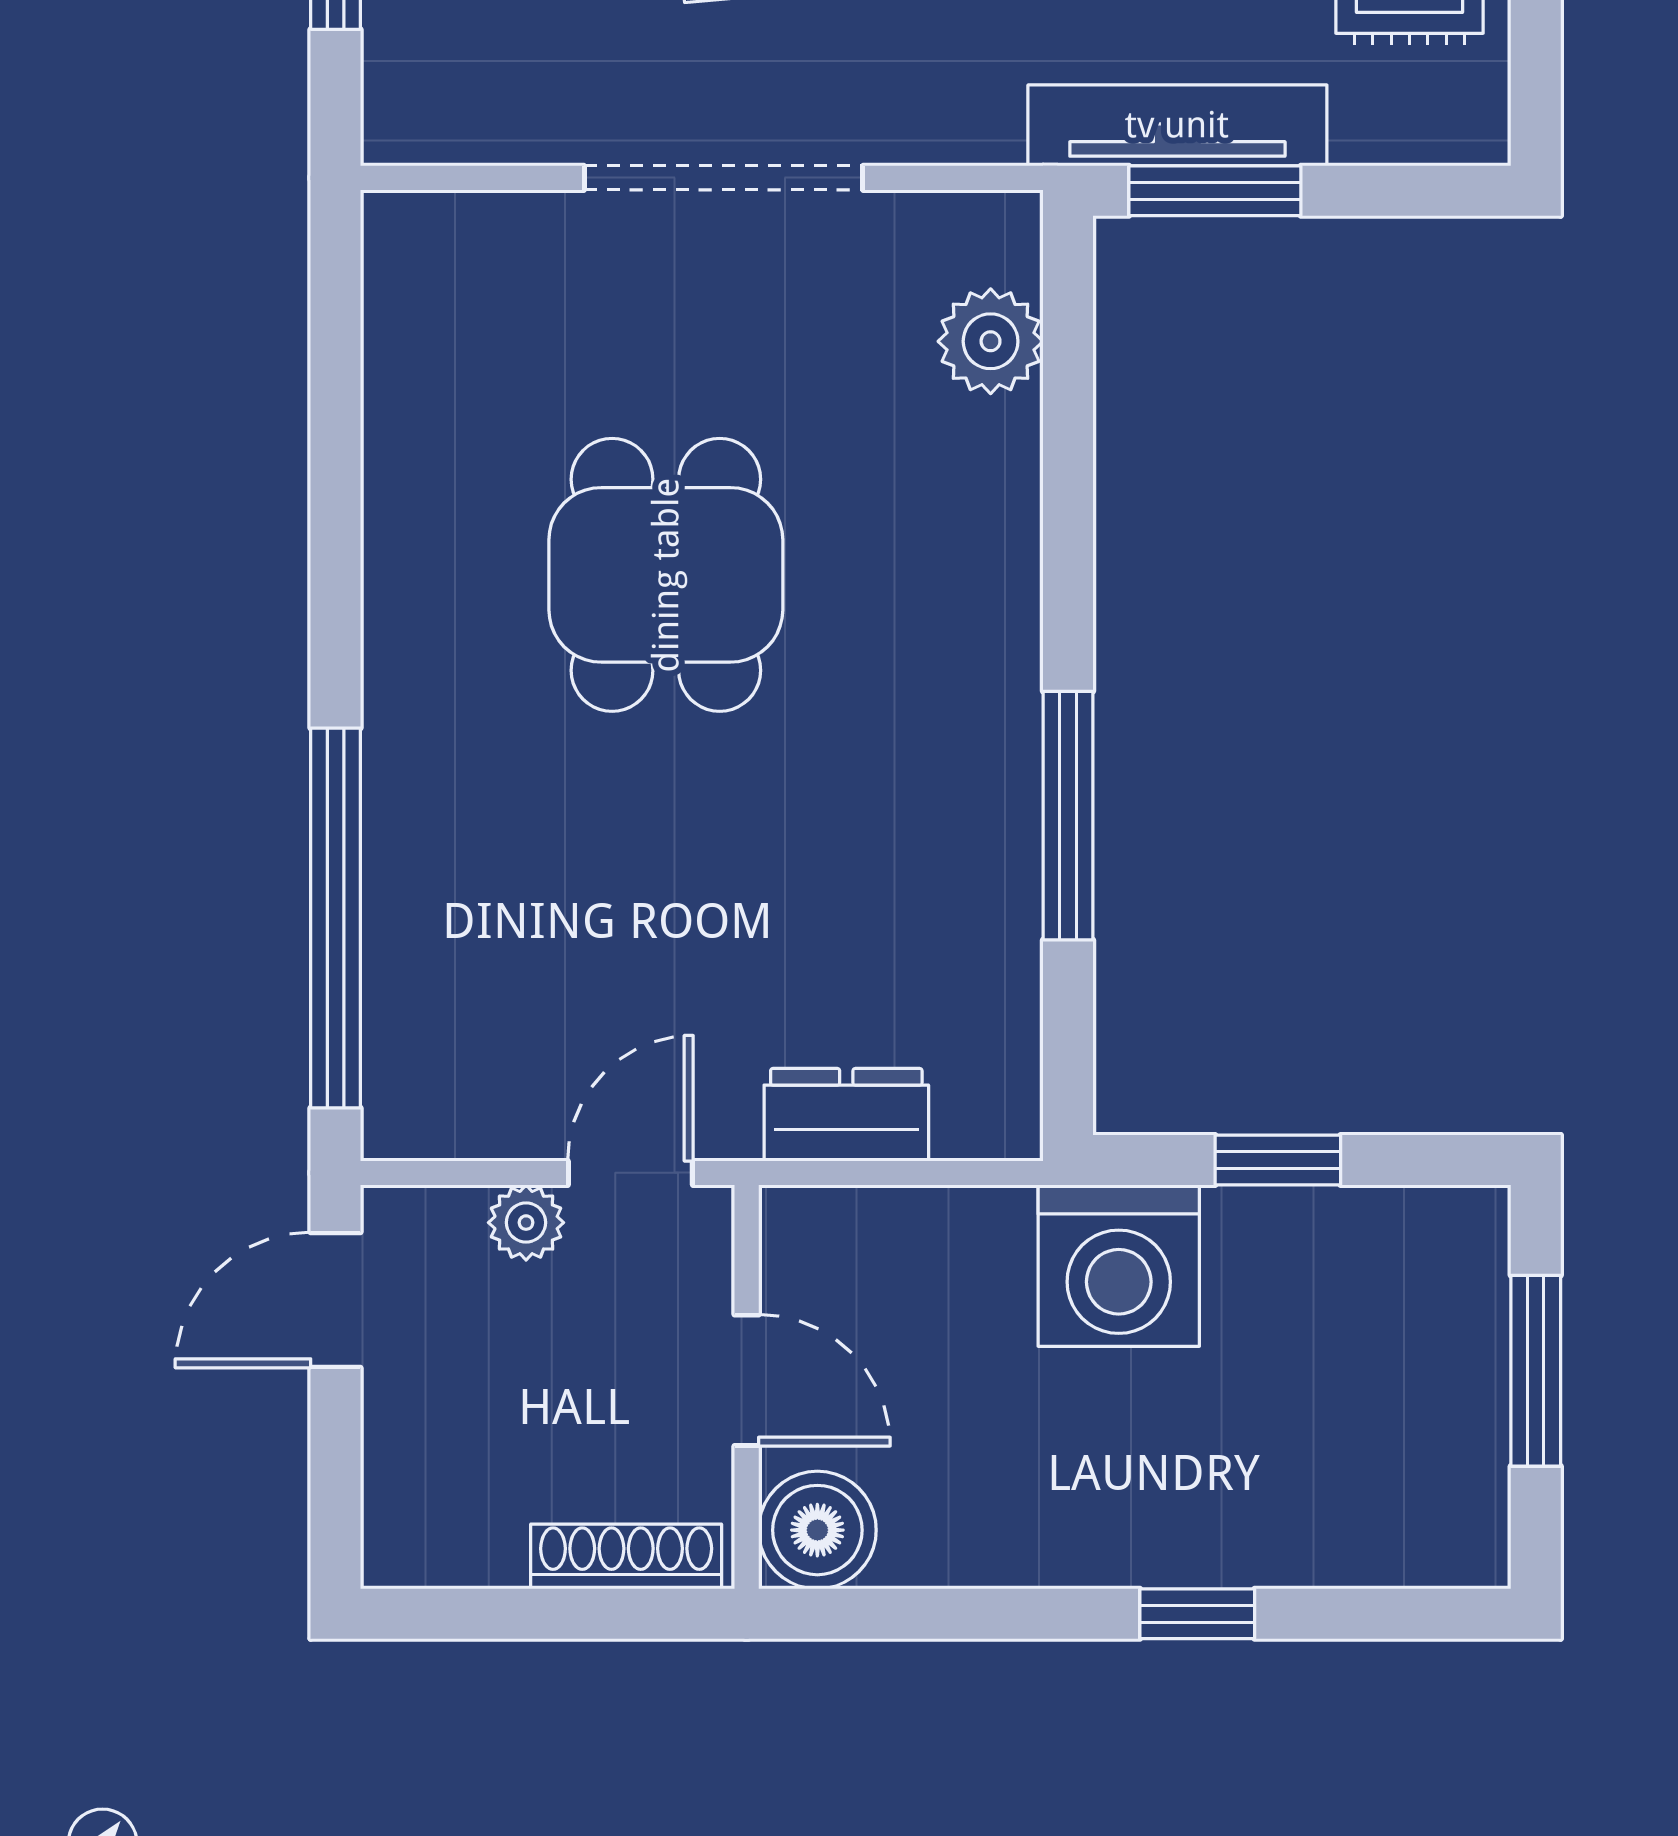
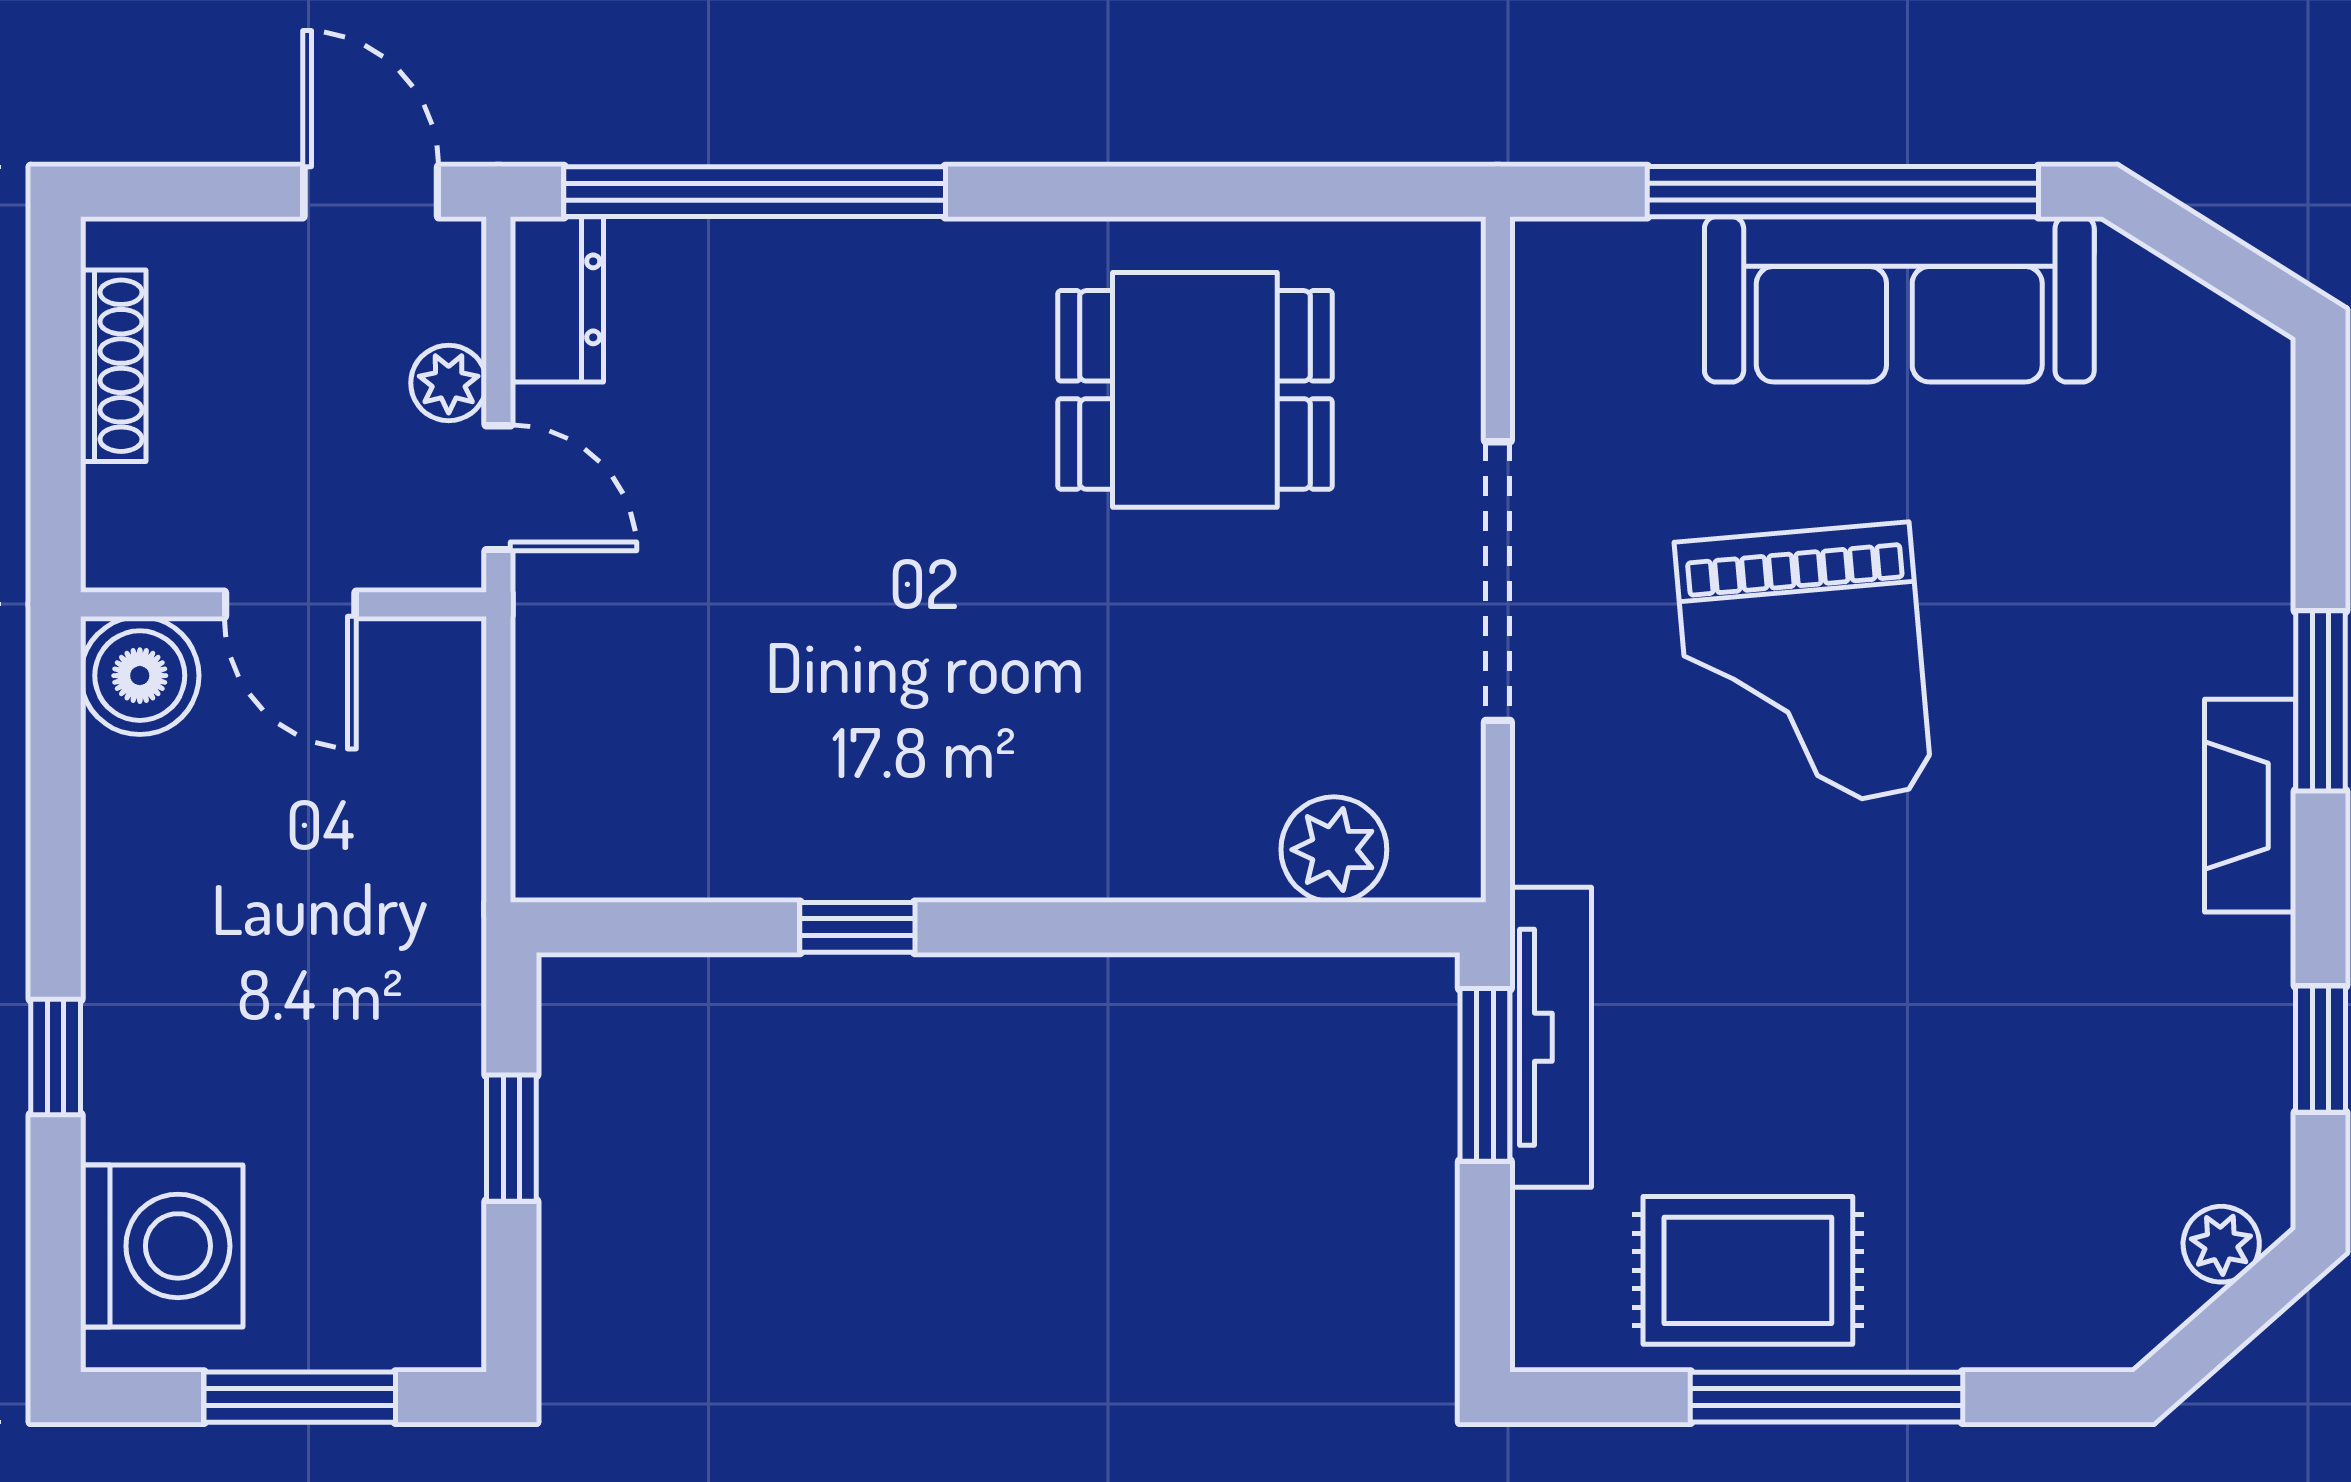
dining table: (666, 575) -> (1195, 390), moved
window: (1068, 816) -> (857, 927), width x0.46
dresser: (846, 1115) -> (557, 299), moved
washing machine: (1119, 1266) -> (162, 1246), moved, turned 180
door: (747, 1380) -> (290, 604), hinge flipped
shoe rack: (626, 1556) -> (113, 366), moved

